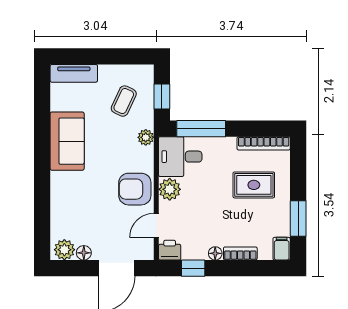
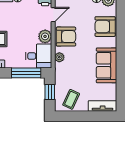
coffee table: (124, 101) -> (71, 99), moved
plant: (146, 137) -> (59, 57), moved
armchair: (70, 206) -> (105, 27), added

